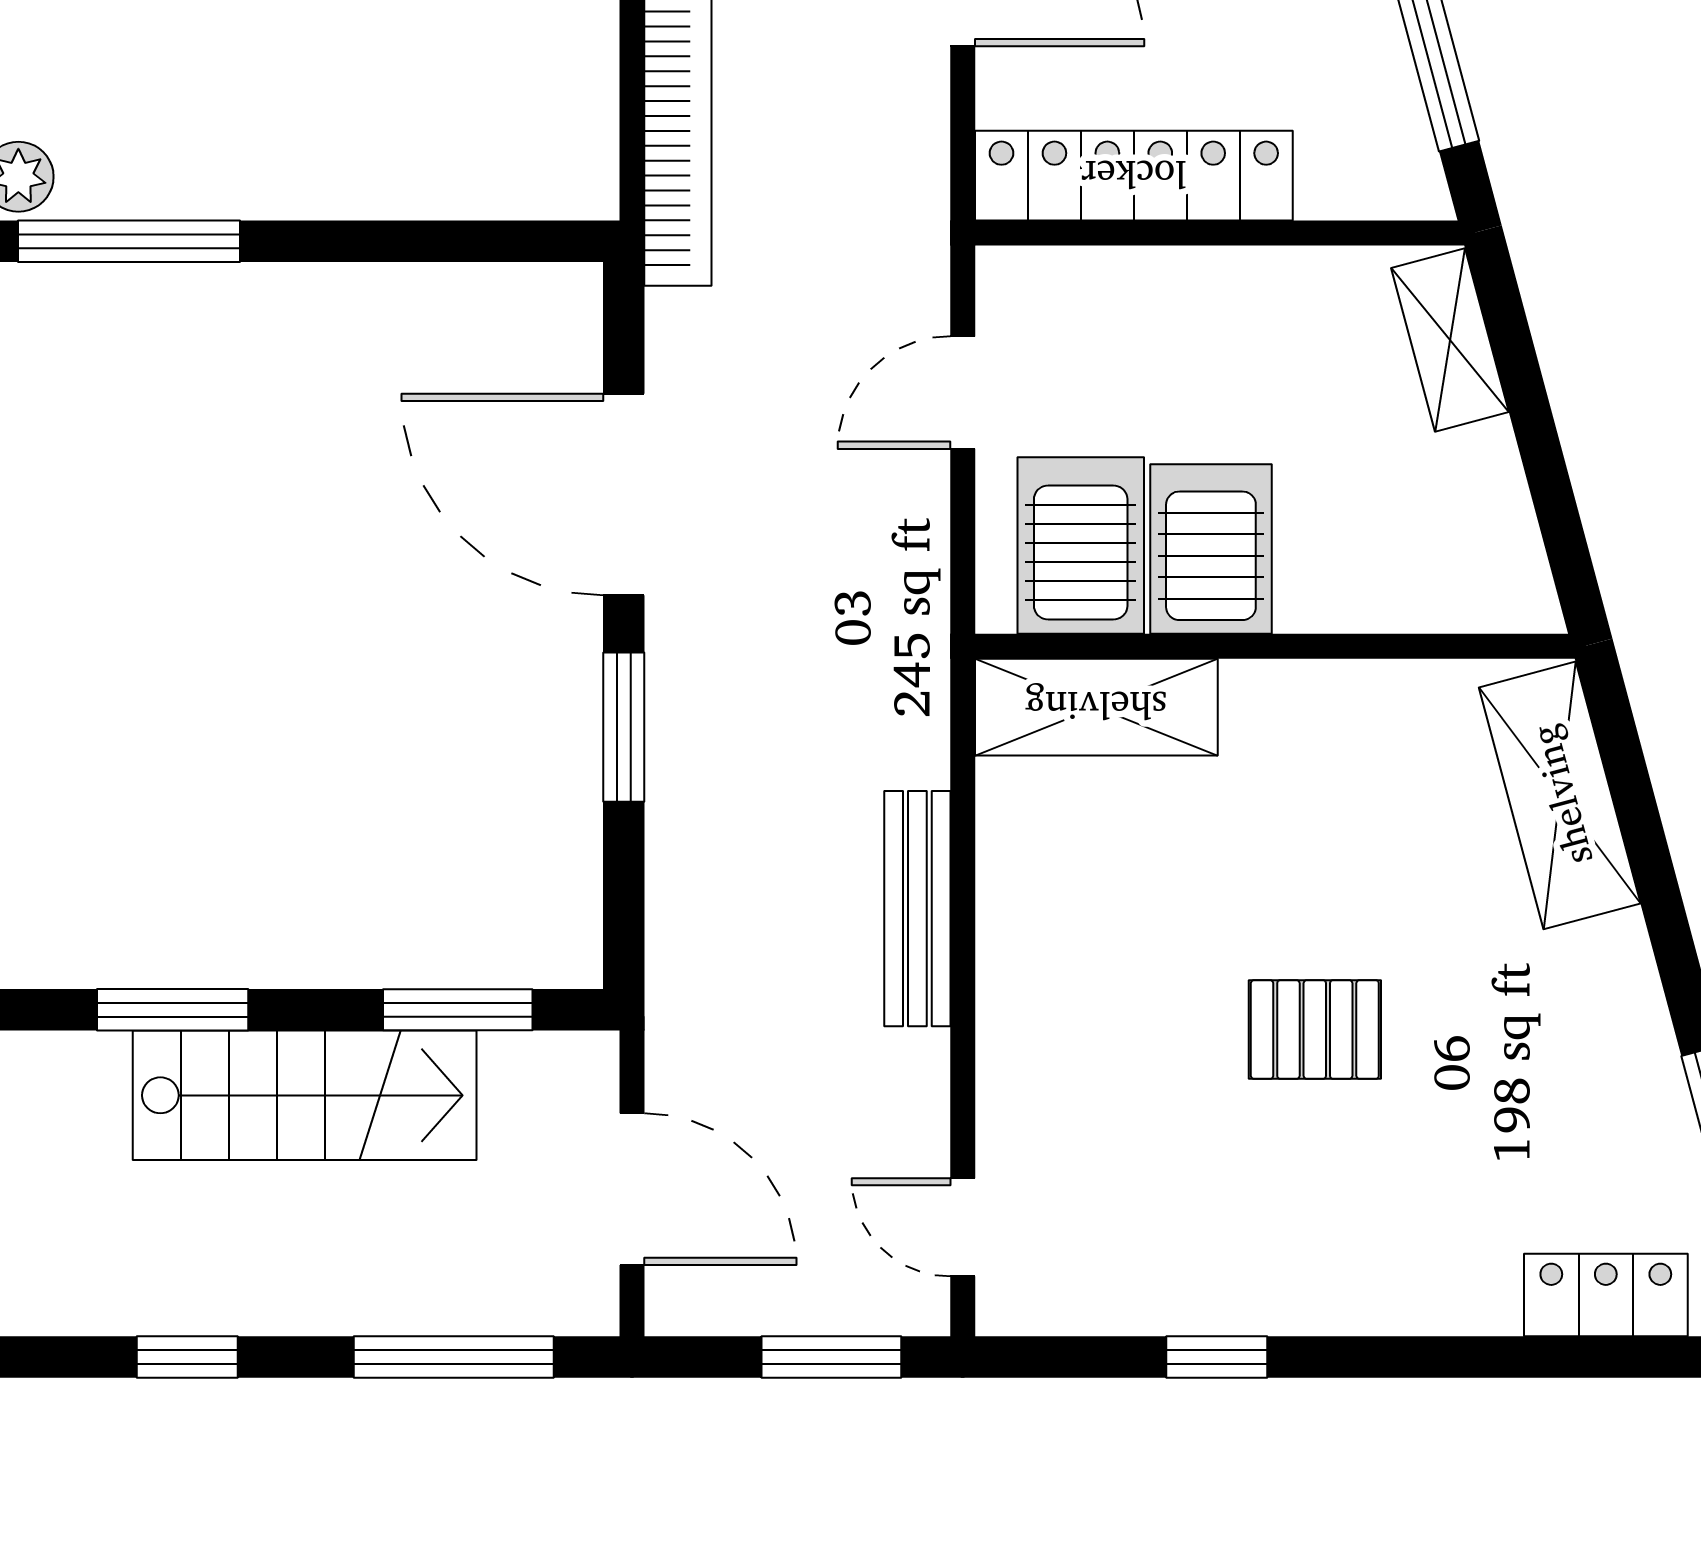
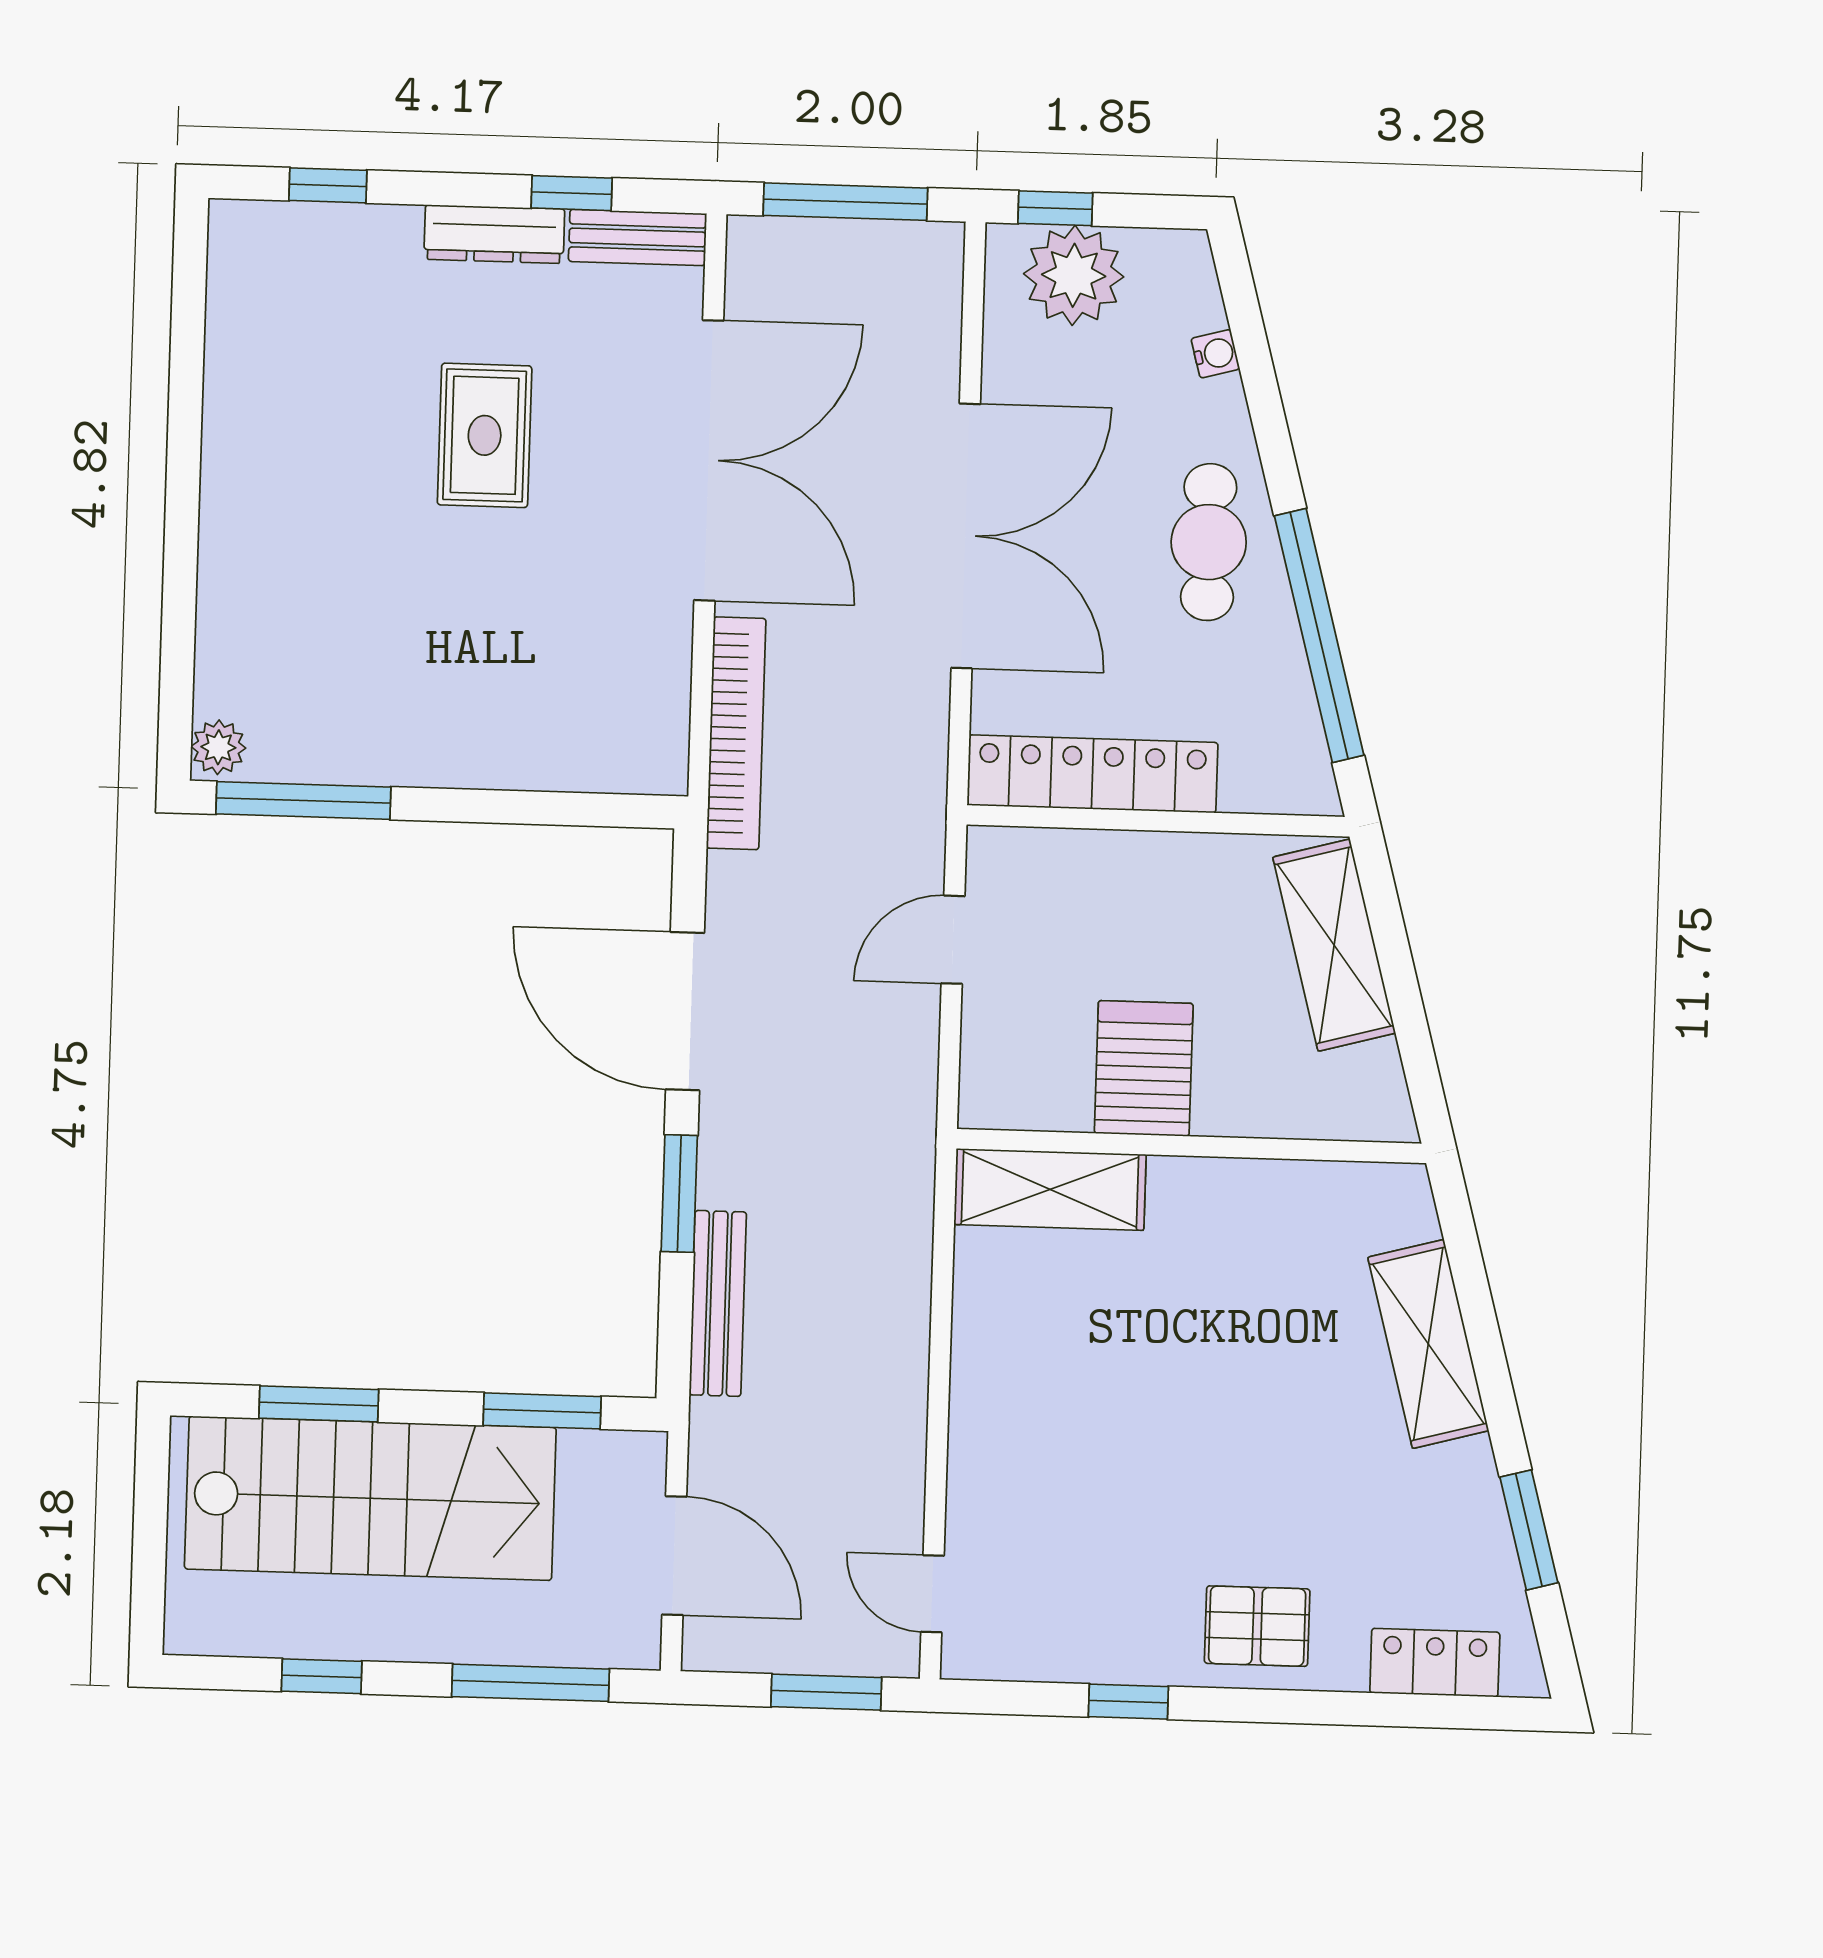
shelving: (1450, 340) -> (1334, 945), width x1.50, depth x1.33
server rack: (1081, 545) -> (1042, 1062), removed
shelving: (1560, 795) -> (1428, 1344), moved
bench: (917, 909) -> (718, 1303), moved
pallet: (1315, 1030) -> (1257, 1626), moved
stairs: (305, 1095) -> (370, 1498), width x1.36, depth x1.51

